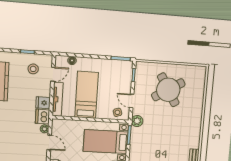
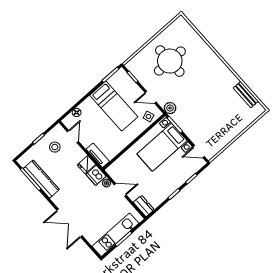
round table: (168, 90) -> (170, 61), turned 31
bed: (87, 95) -> (114, 106), moved, turned 180
tv unit: (58, 99) -> (98, 155), width x0.71

